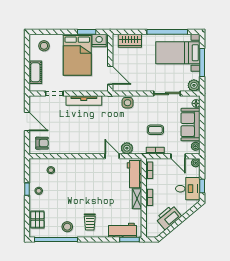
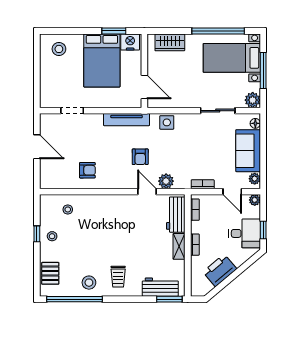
cot: (35, 72) -> (48, 83), removed
tv unit: (84, 101) -> (127, 120), moved
armchair: (107, 129) -> (140, 157), added
coffee table: (155, 130) -> (203, 157), removed
armchair: (42, 143) -> (87, 170), moved

